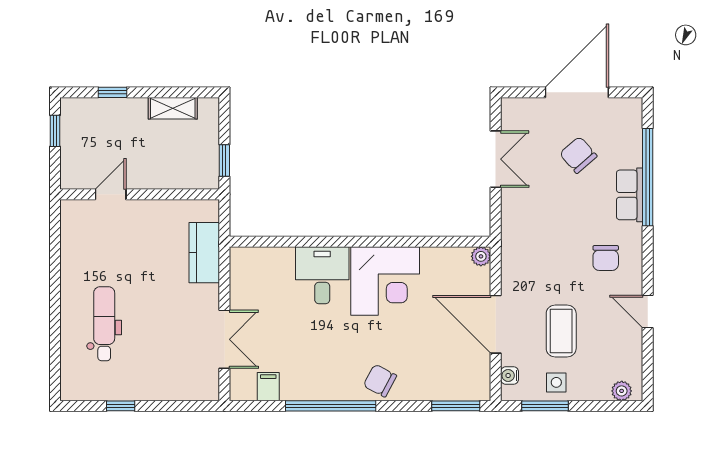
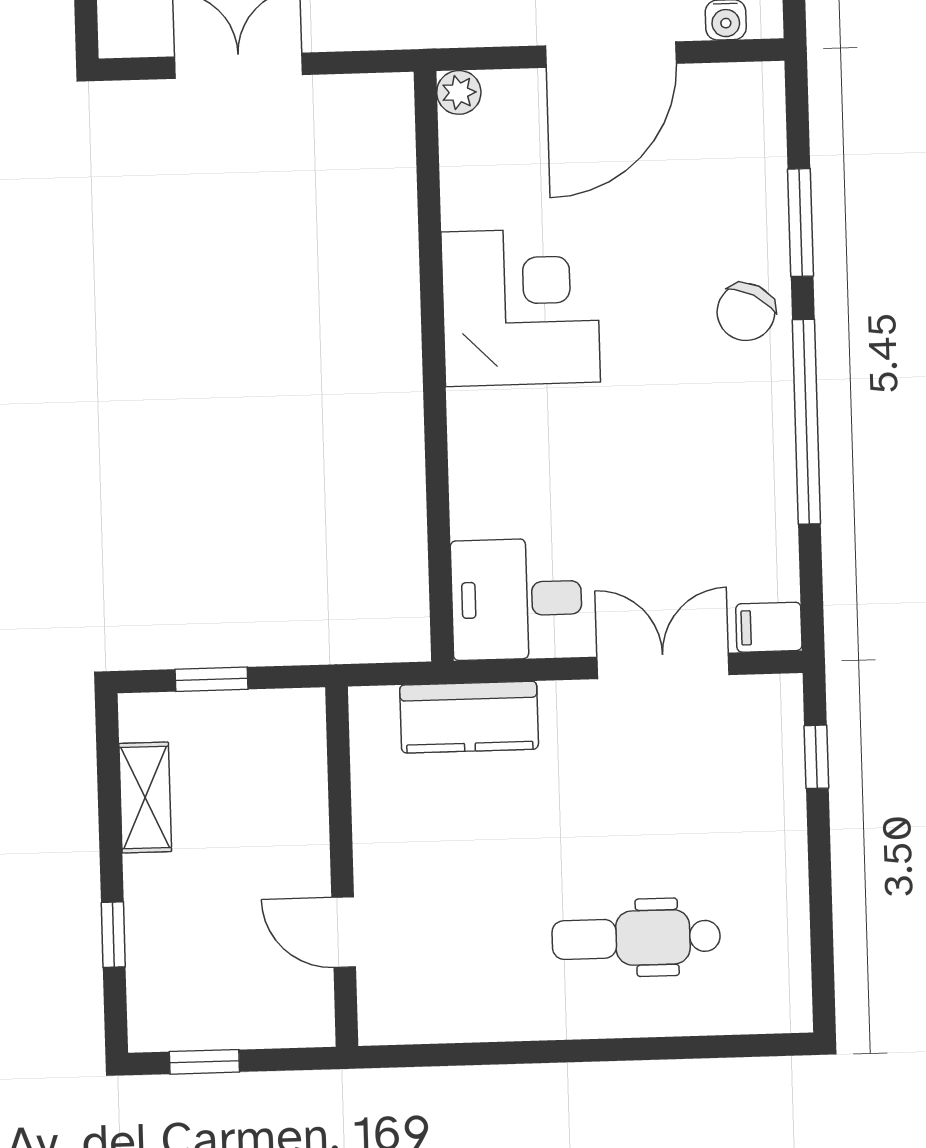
window: (224, 161) -> (211, 679), moved
desk: (322, 275) -> (517, 599), moved
filing cabinet: (268, 387) -> (769, 627), moved
window: (121, 406) -> (816, 757), moved
window: (456, 406) -> (801, 223), moved

